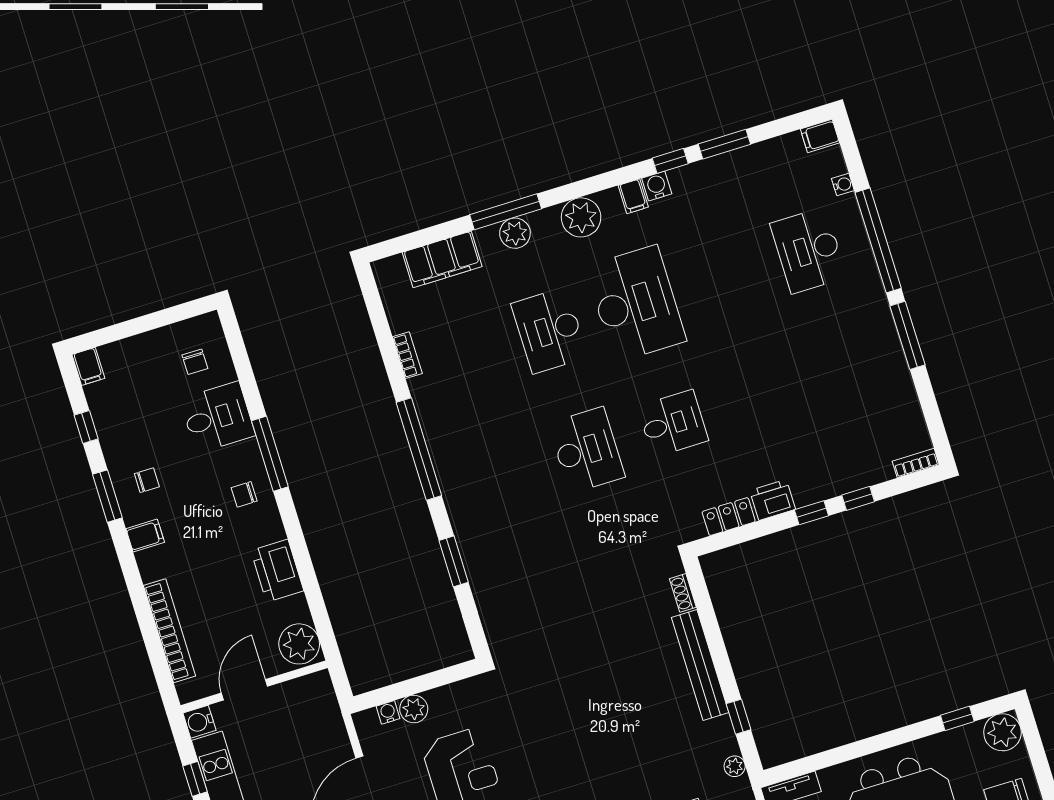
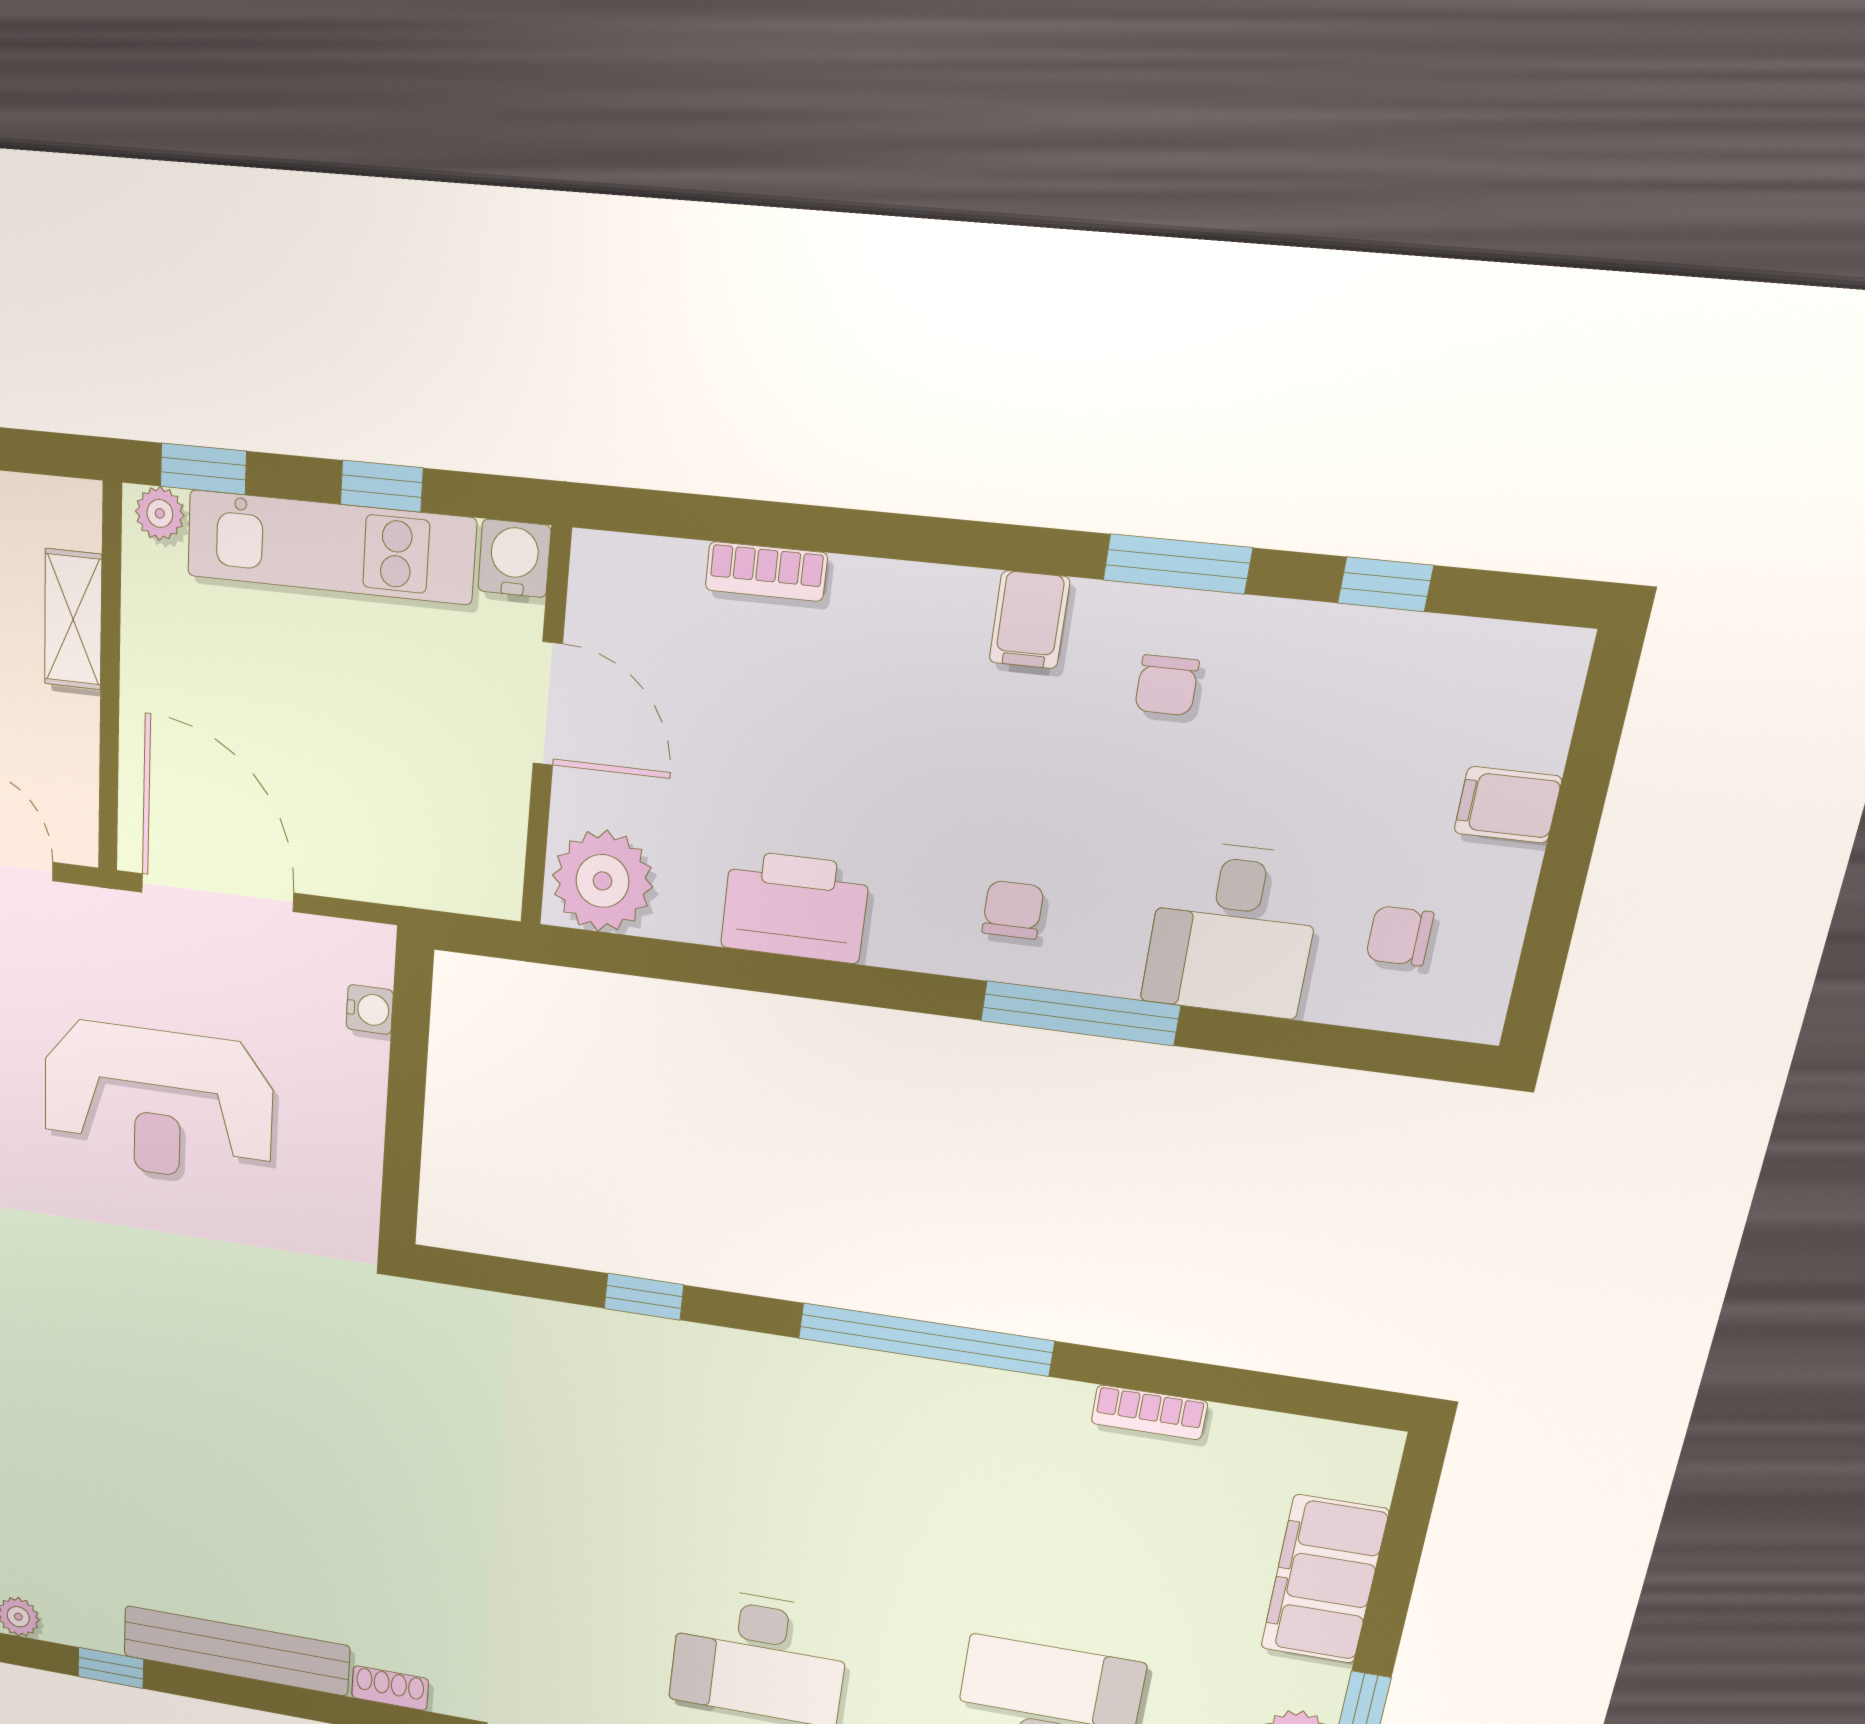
filing cabinet: (88, 366) -> (1508, 805), moved
window: (454, 561) -> (644, 1297), width x0.67
bookcase: (170, 631) -> (766, 571), width x0.43, depth x0.76
plant: (414, 709) -> (356, 1068), removed

